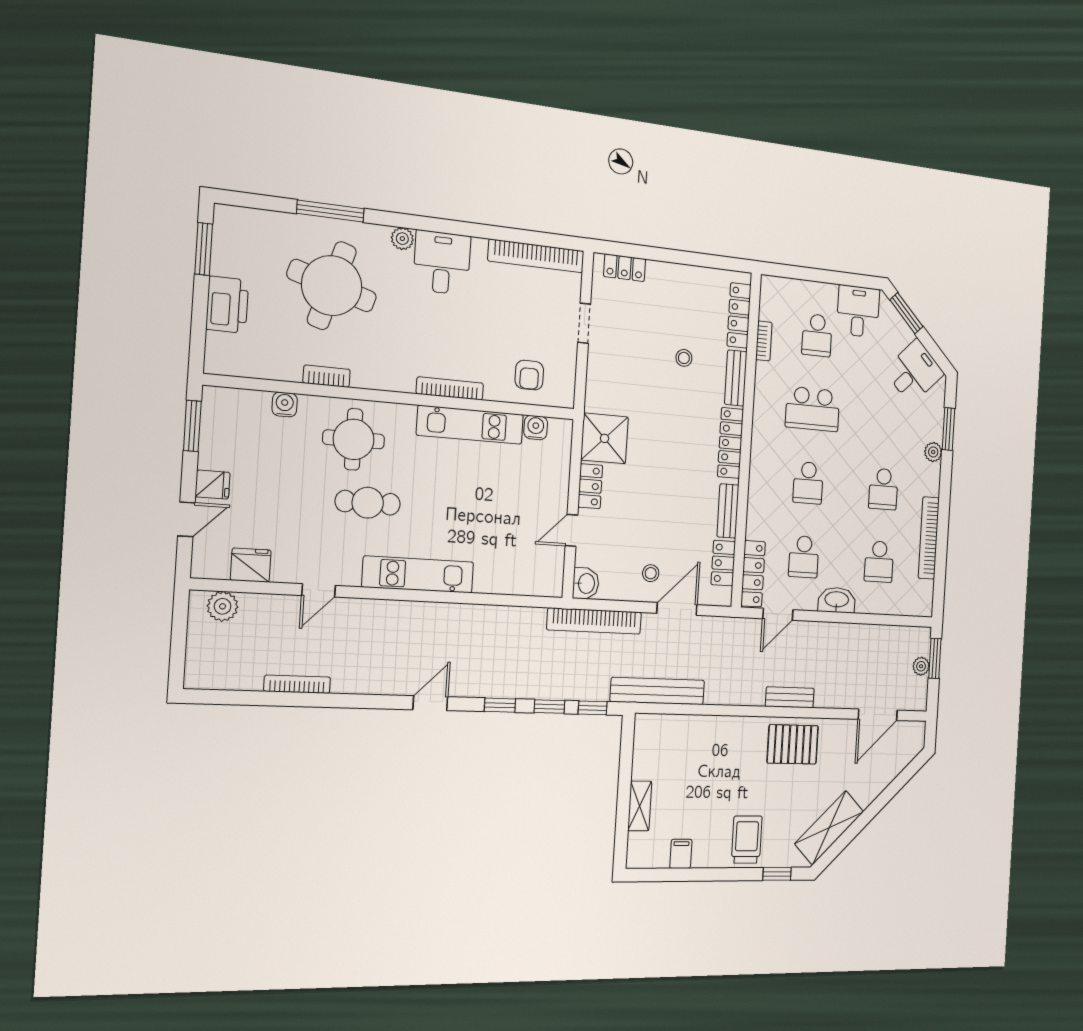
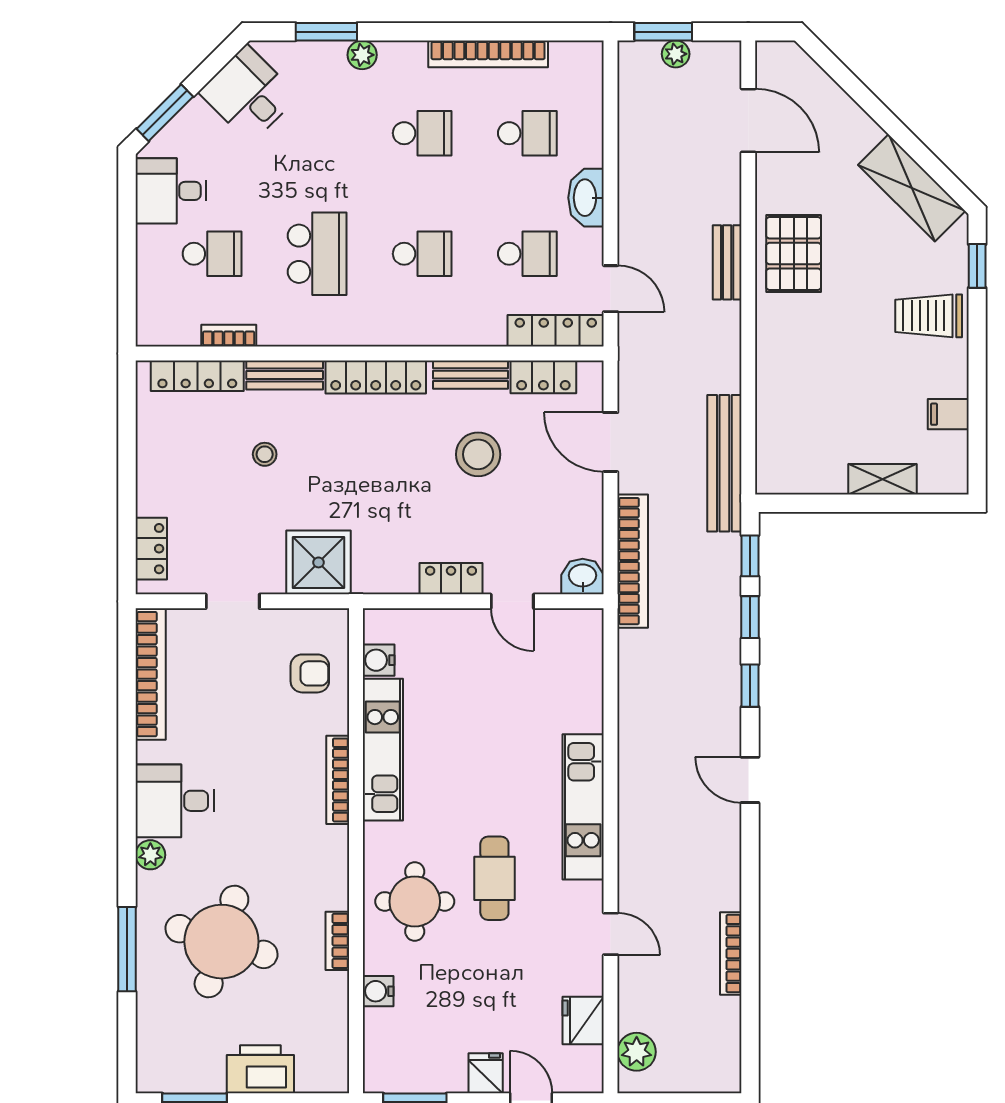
shower: (605, 438) -> (318, 562), moved
stool: (651, 573) -> (478, 454), moved, width x1.89, depth x1.89

